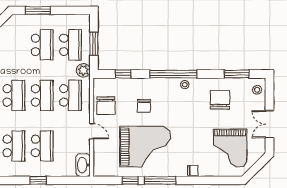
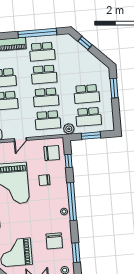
chair: (220, 100) -> (54, 241), turned 90
chair: (106, 106) -> (52, 153), moved, turned 180

